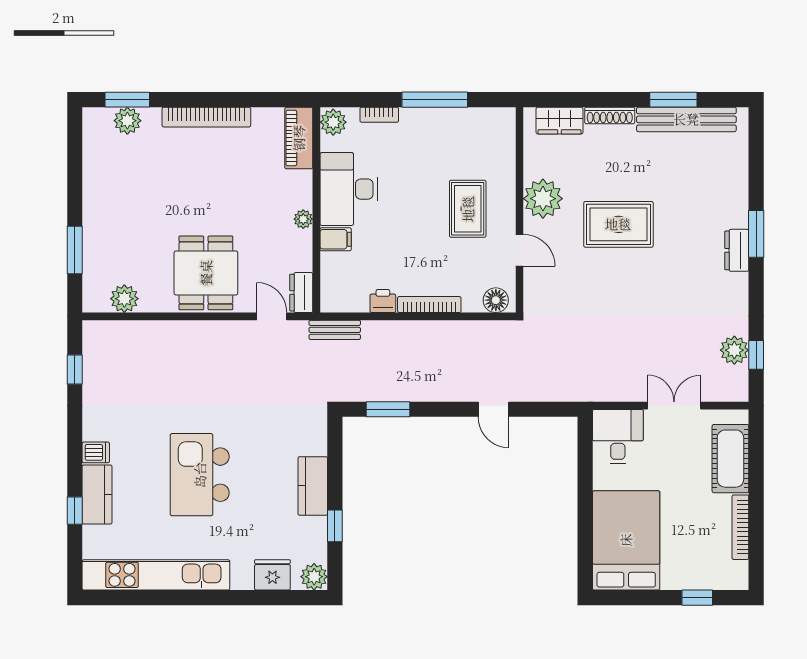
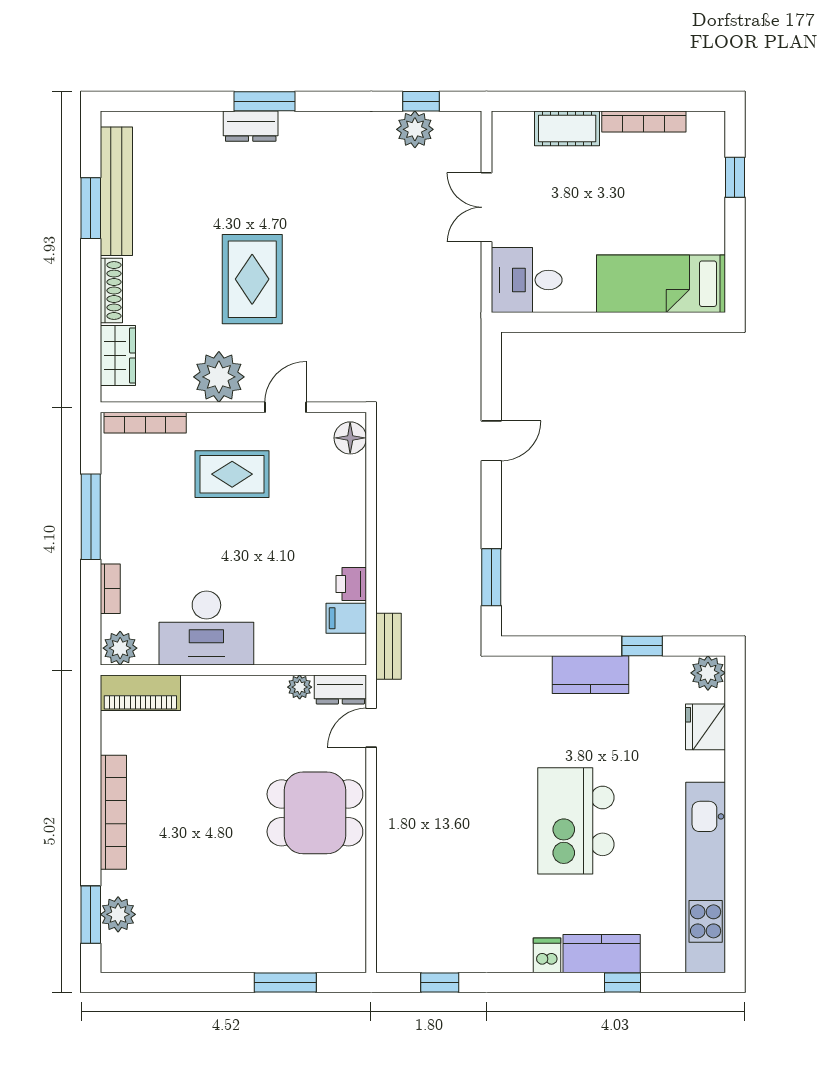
plant: (303, 219) -> (300, 687), moved
filing cabinet: (336, 239) -> (346, 618), moved, turned -90
dresser: (737, 250) -> (251, 126), moved
plant: (124, 299) -> (348, 918), removed
bookcase: (429, 305) -> (145, 423), moved, turned -90
cot: (730, 459) -> (567, 128), width x0.73, depth x0.75
kitchen island: (200, 475) -> (576, 821), turned 90
bed: (626, 540) -> (661, 284), width x0.67

